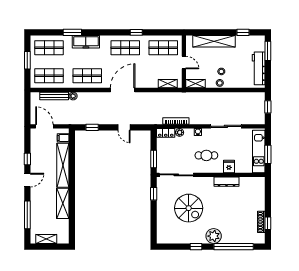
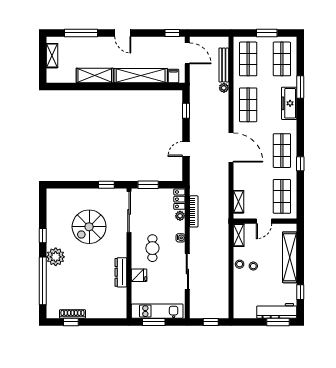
workbench: (259, 68) -> (277, 311), moved
door: (44, 126) -> (187, 53), hinge flipped
window: (27, 159) -> (172, 33), moved

